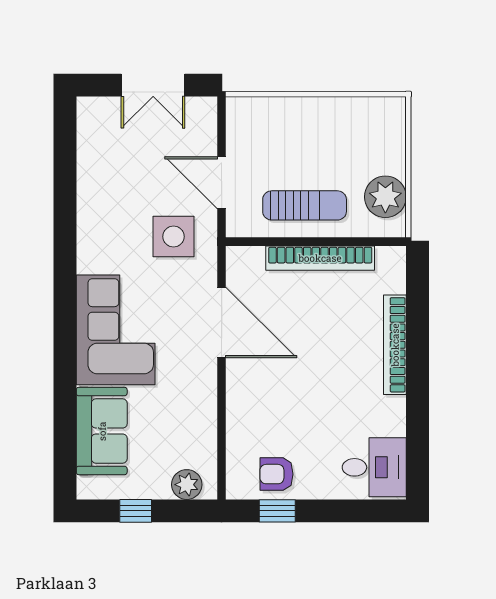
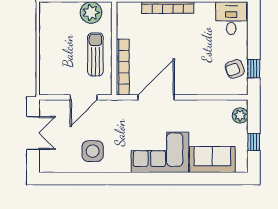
side table: (173, 237) -> (93, 151), moved
bookcase: (320, 258) -> (123, 67), moved
armchair: (277, 474) -> (235, 69), turned 70

